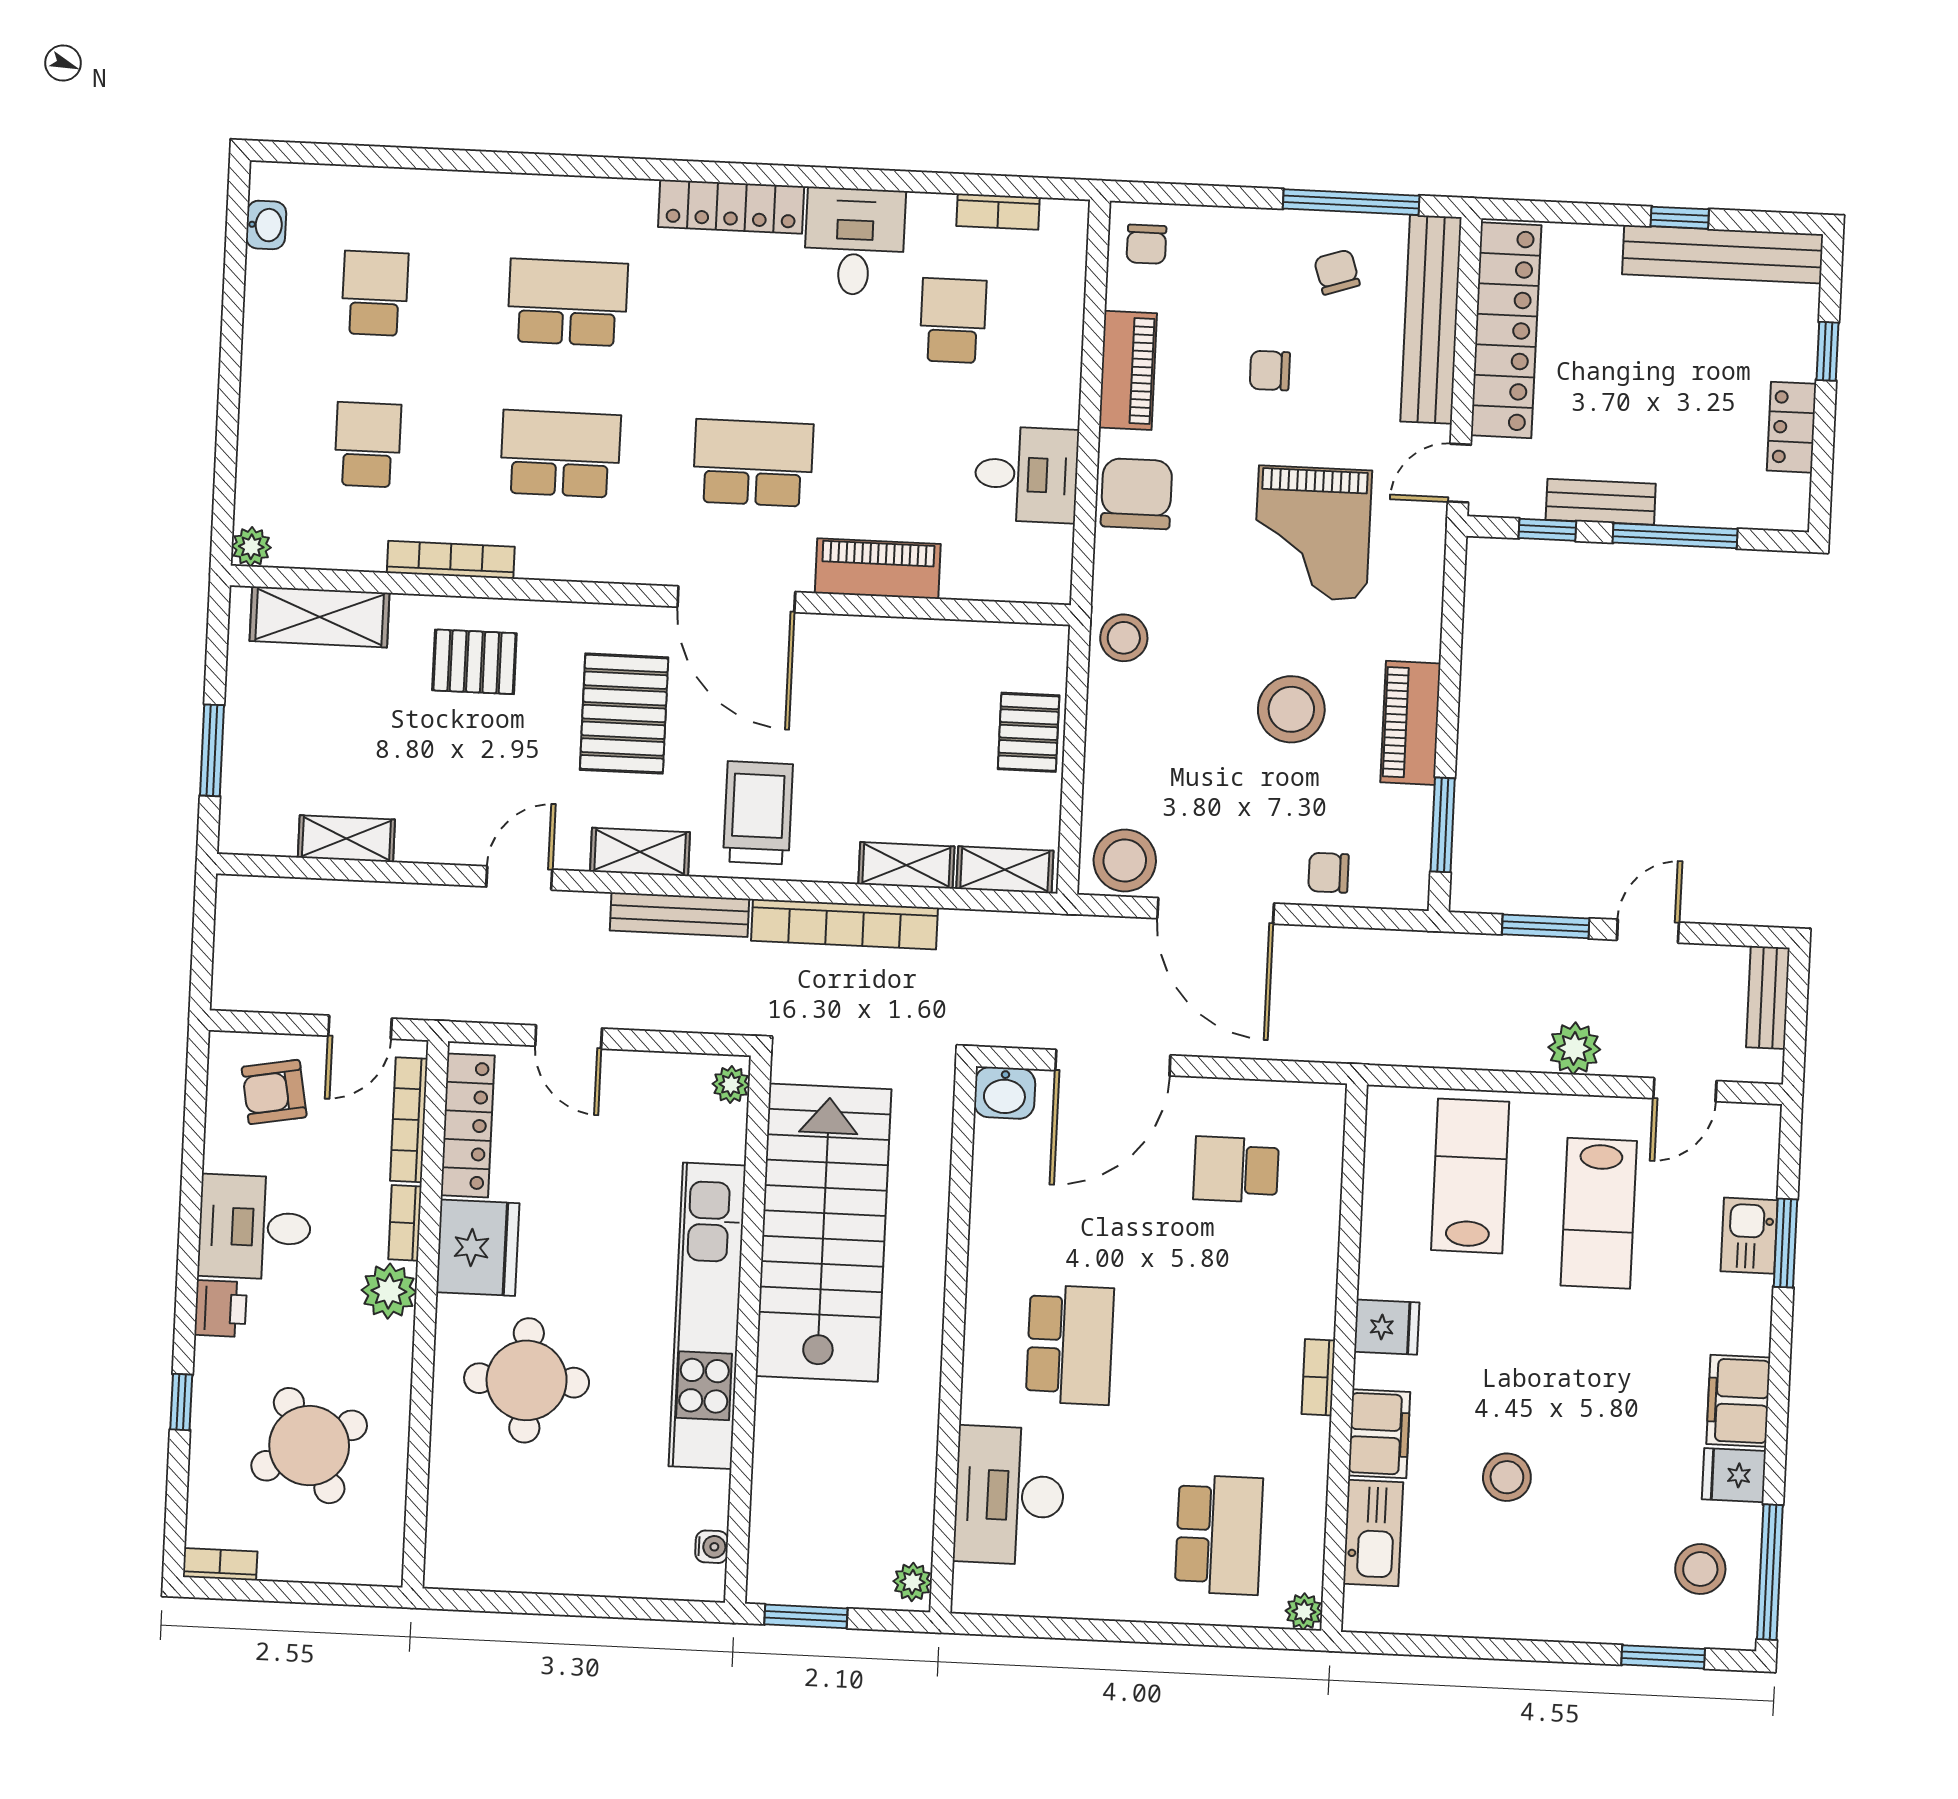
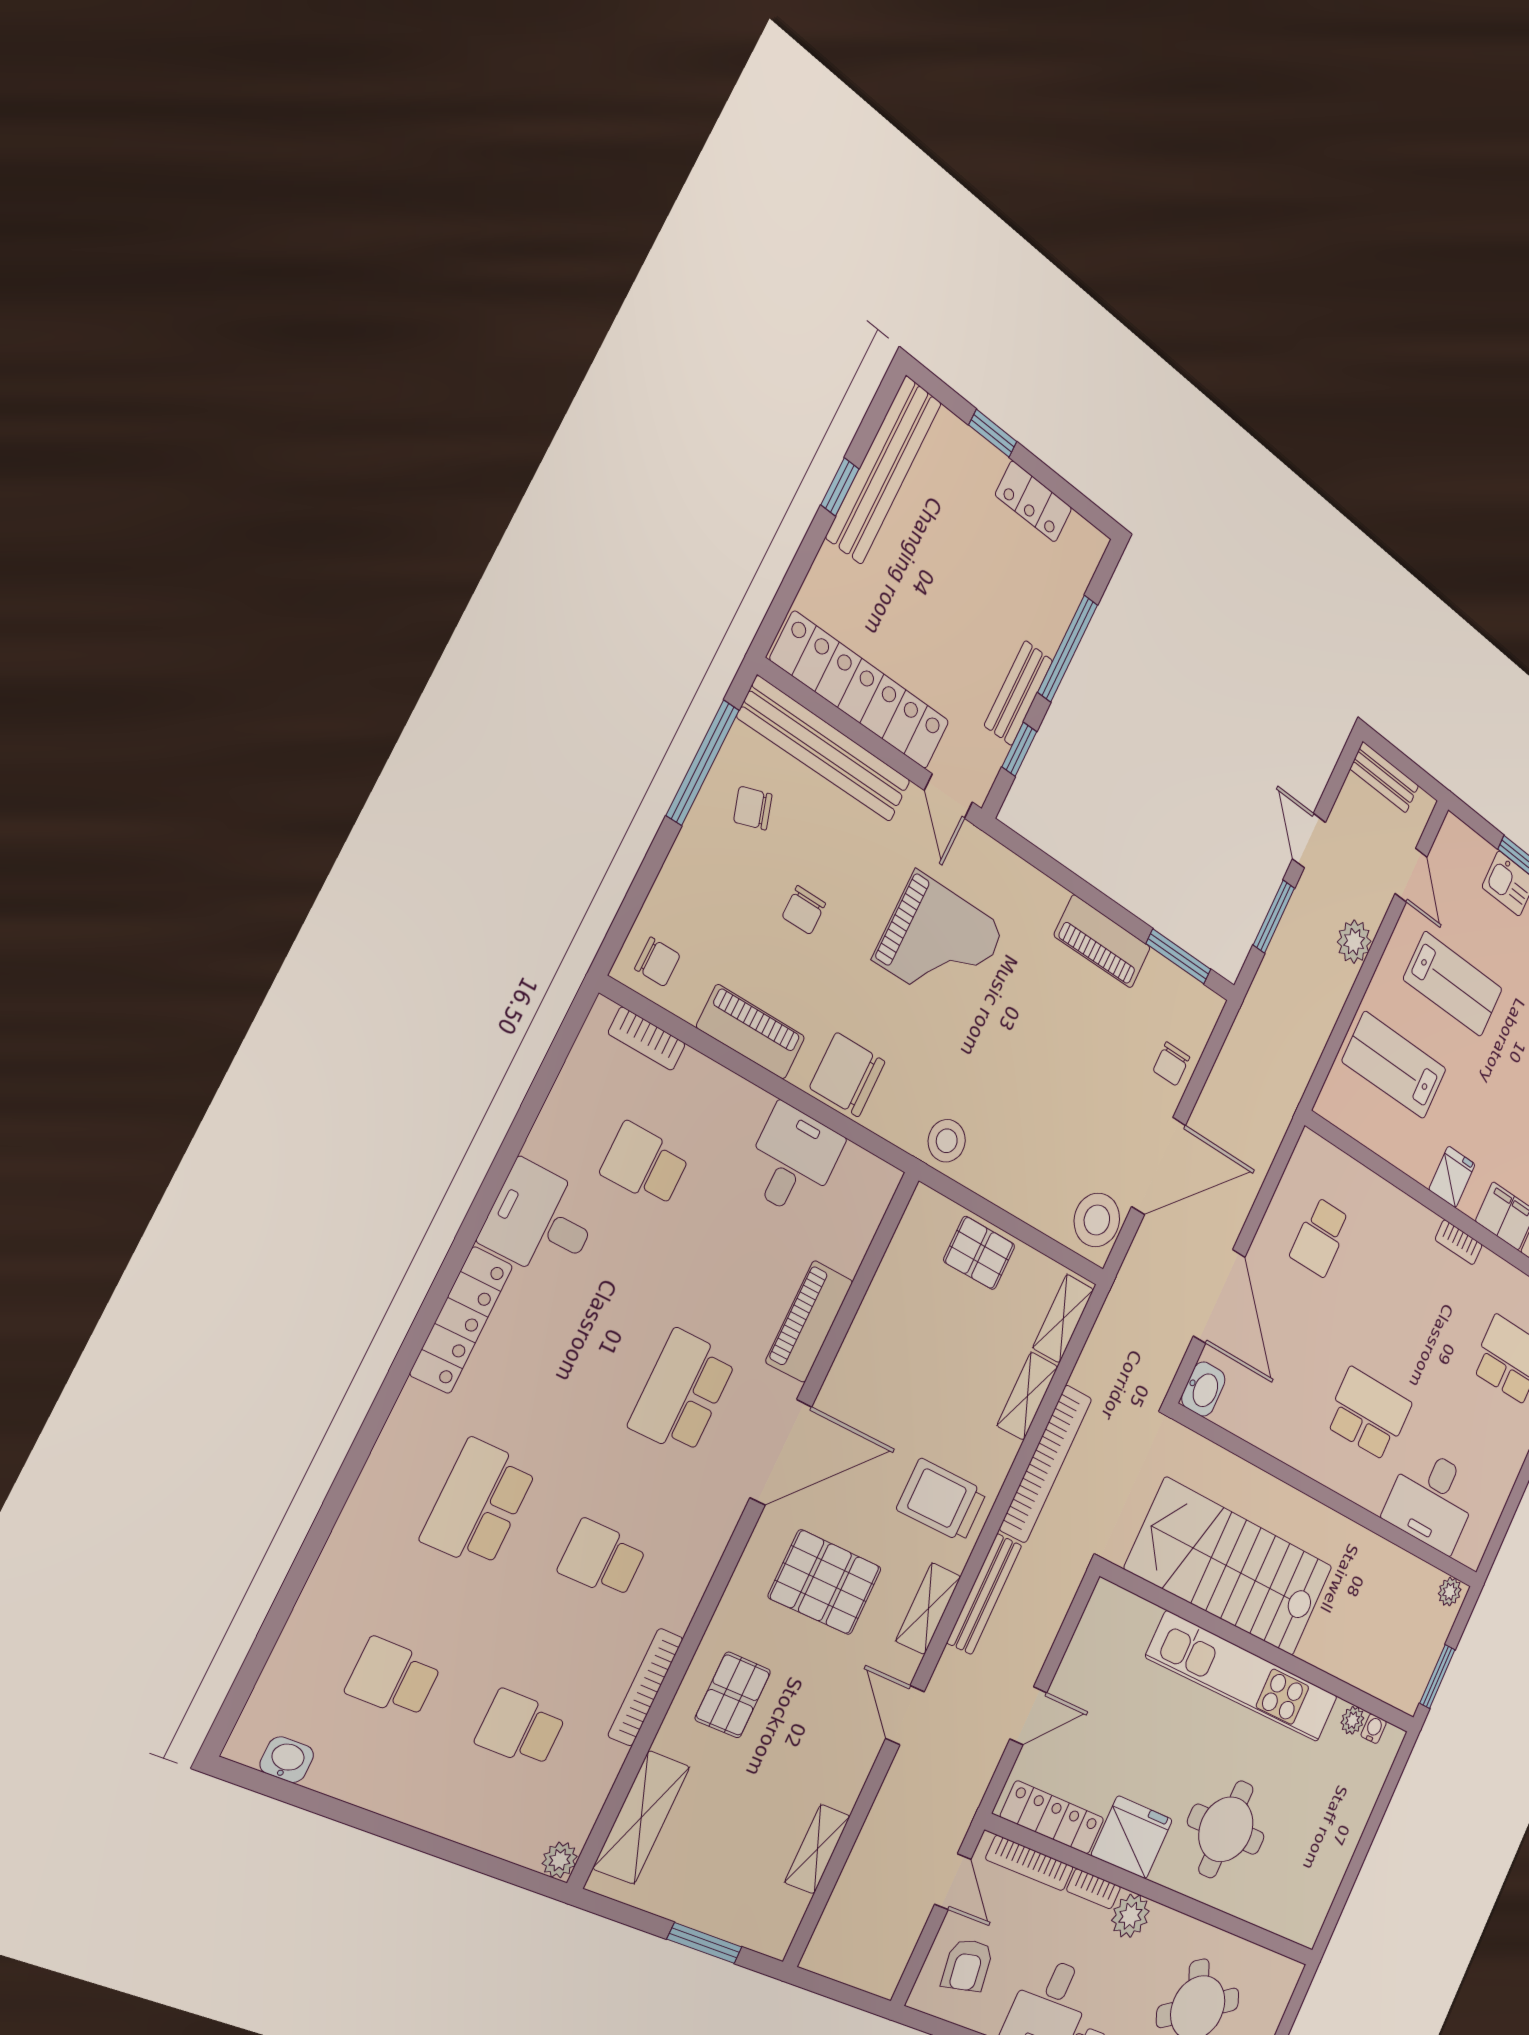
bookcase: (998, 212) -> (647, 1039), moved, turned 90
school desk: (560, 454) -> (602, 1559), width x0.54
stool: (1291, 709) -> (1053, 1032), removed
plant: (731, 1085) -> (1352, 1720), moved

